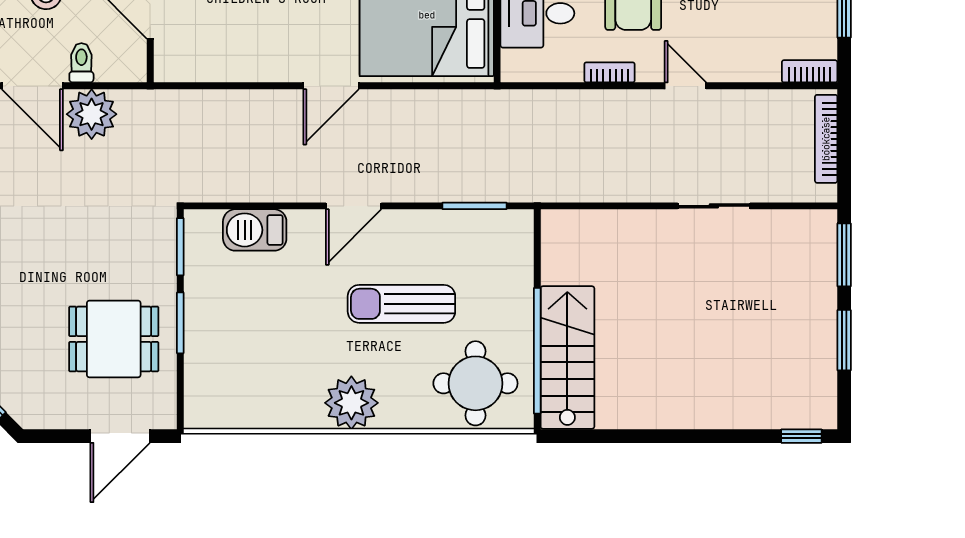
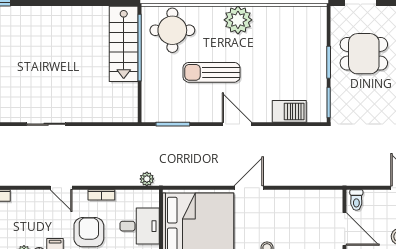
toilet: (81, 63) -> (356, 200), moved
plant: (92, 114) -> (147, 179), moved, width x0.53, depth x0.53
door: (354, 206) -> (237, 124), hinge flipped
sun lounger: (401, 304) -> (212, 72), turned 180

